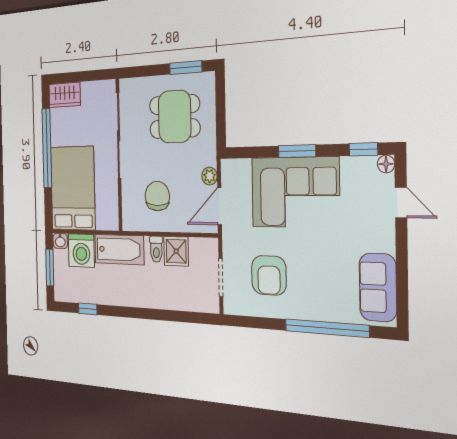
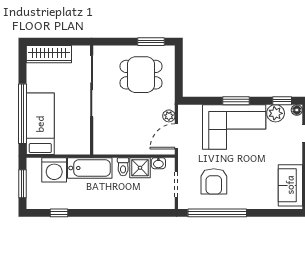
wardrobe: (65, 95) -> (49, 54), width x1.50
window: (47, 148) -> (23, 114), moved
plant: (354, 170) -> (276, 113), added
bed: (73, 188) -> (40, 124), width x0.67
chair: (157, 196) -> (125, 129), removed
washbasin: (60, 241) -> (158, 163), moved
window: (327, 328) -> (217, 213), moved

